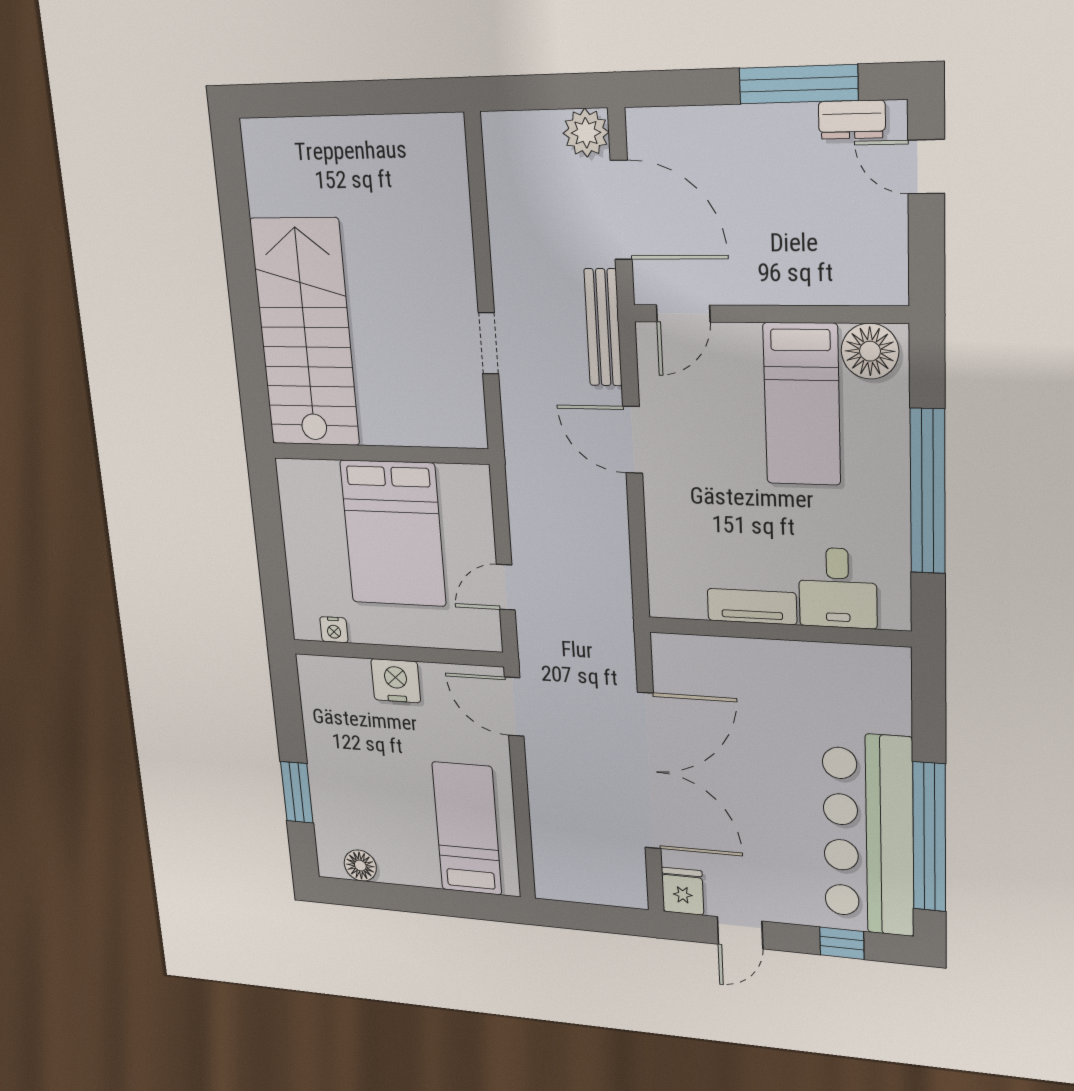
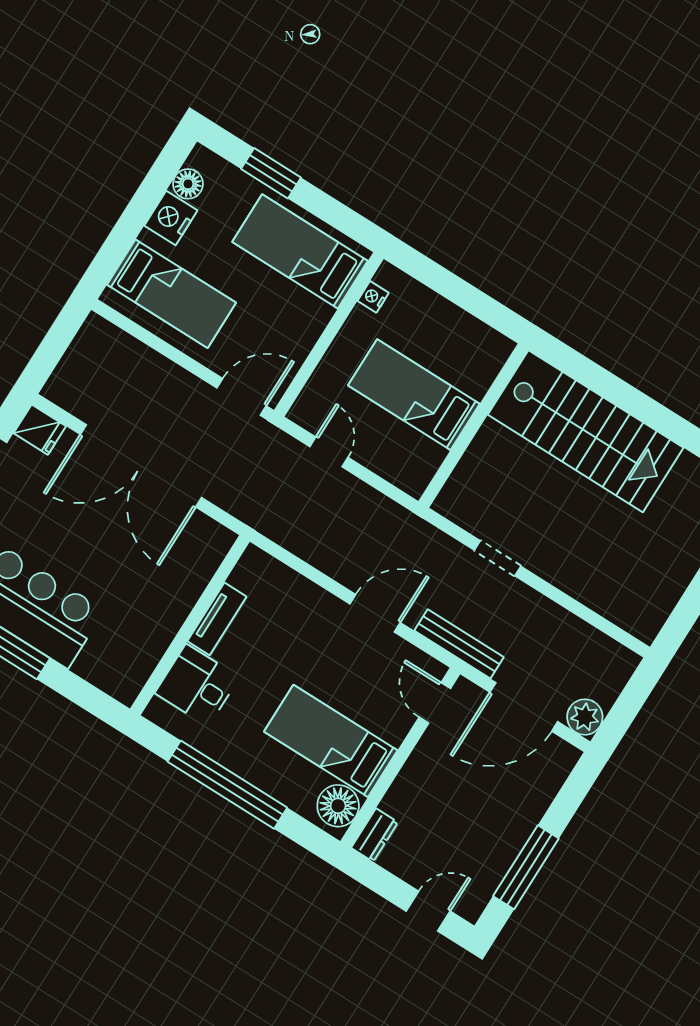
dresser: (852, 120) -> (375, 835), moved, turned 180
bed: (393, 533) -> (414, 395), width x0.67
nightstand: (396, 681) -> (171, 218), moved, turned 180
bed: (344, 725) -> (300, 251), added

